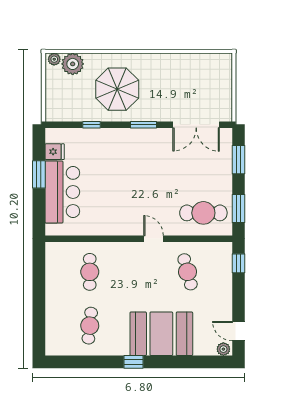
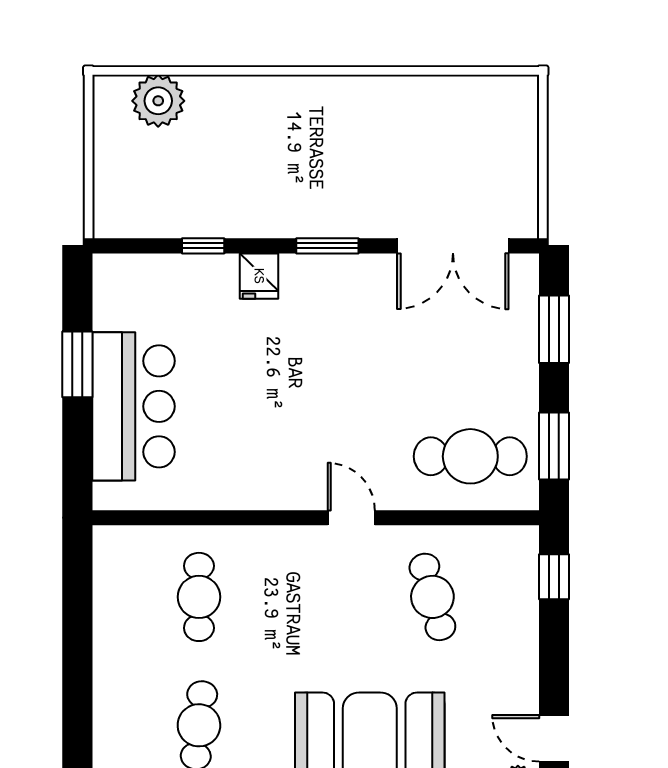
plant: (54, 59) -> (114, 89), removed
parasol: (117, 89) -> (265, 161), removed
fridge: (55, 152) -> (259, 276), moved, turned 90

